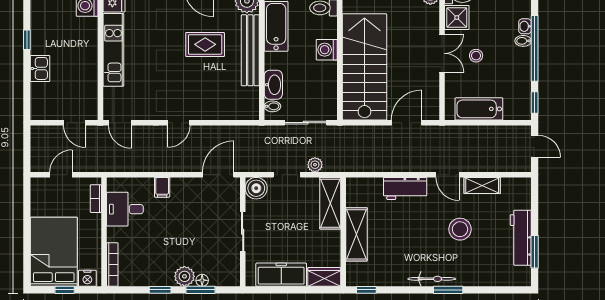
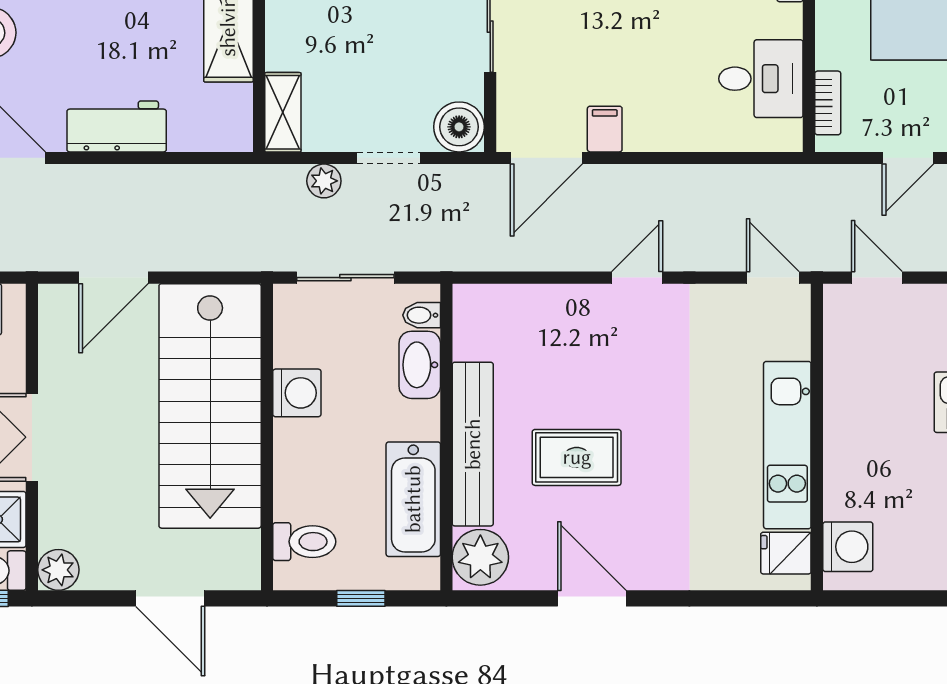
washing machine: (327, 50) -> (297, 393), moved
filing cabinet: (162, 187) -> (605, 129), moved
shelving: (330, 203) -> (283, 112), width x0.67, depth x0.75

